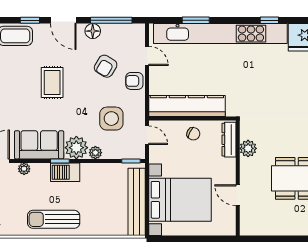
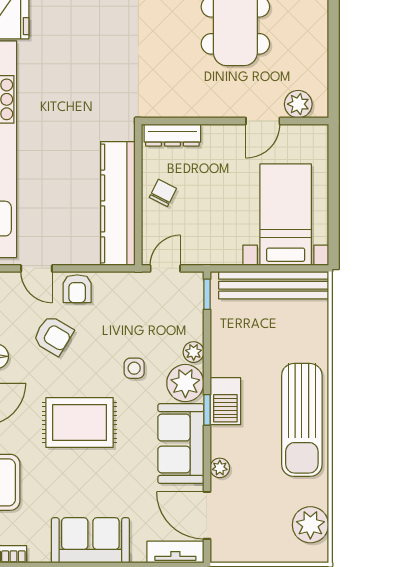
door: (147, 56) -> (37, 268), swing flipped
rug: (52, 82) -> (80, 422), width x1.36, depth x1.43
side table: (111, 119) -> (134, 368), moved, width x0.54, depth x0.54
plant: (248, 148) -> (298, 104), moved
bed with nightstands: (180, 200) -> (286, 215), width x0.73
sun lounger: (54, 219) -> (302, 420), width x1.36, depth x1.34

